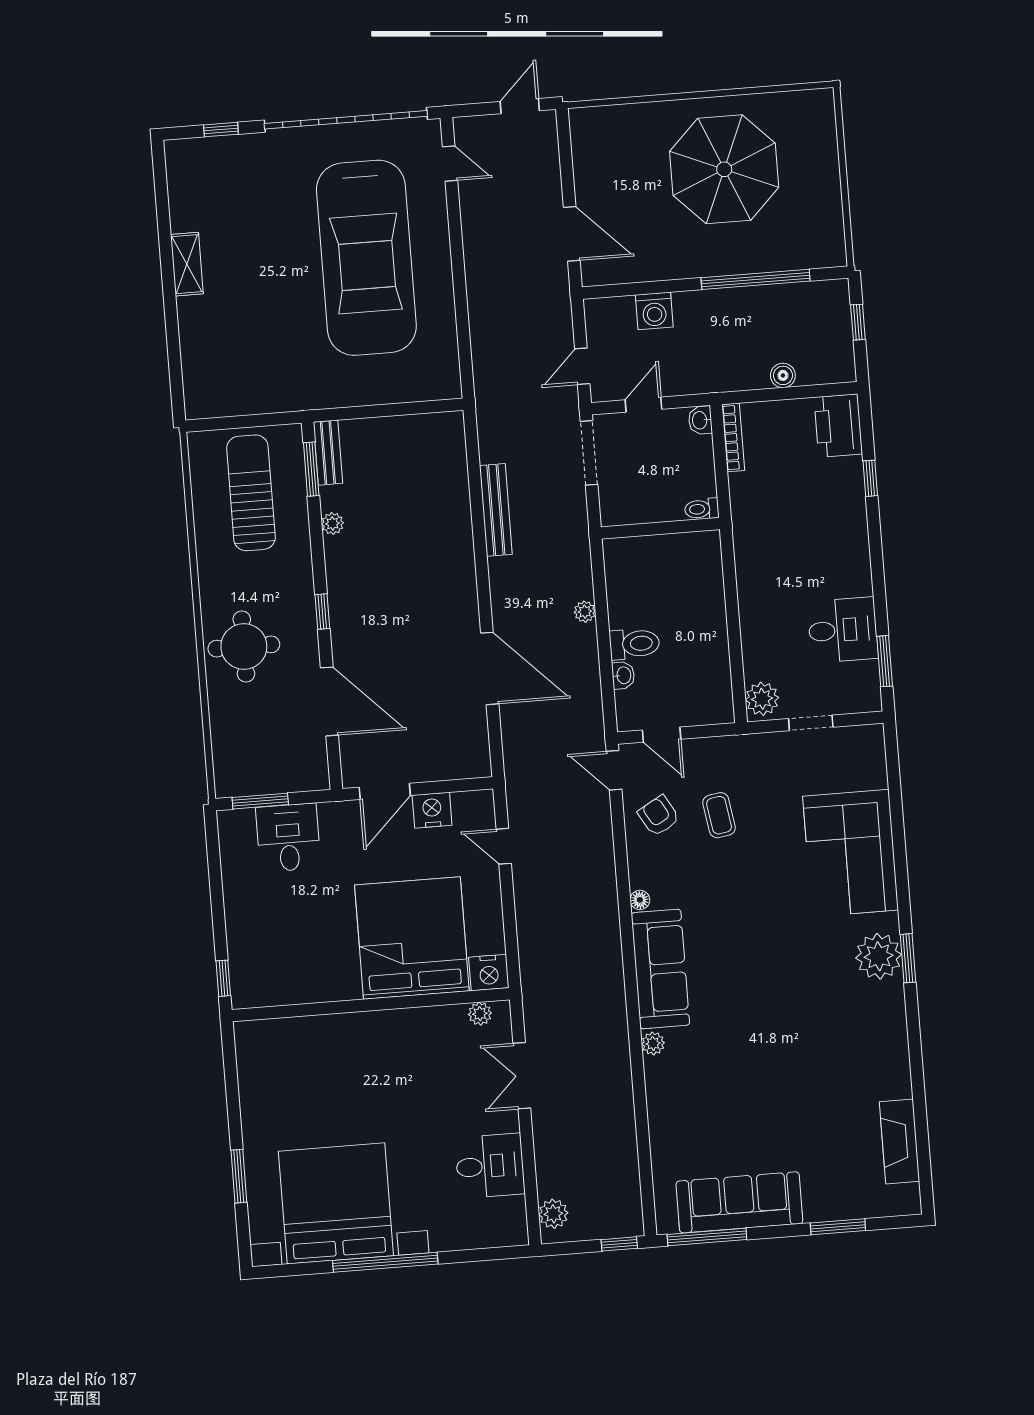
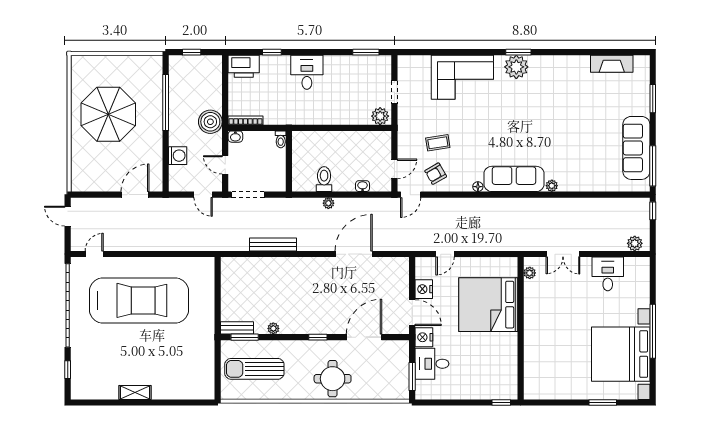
boiler: (783, 375) -> (210, 122), moved, width x1.86, depth x1.86
desk: (843, 630) -> (307, 72), moved
toilet: (634, 644) -> (324, 179), moved
nightstand: (489, 973) -> (424, 337), moved, turned 180

